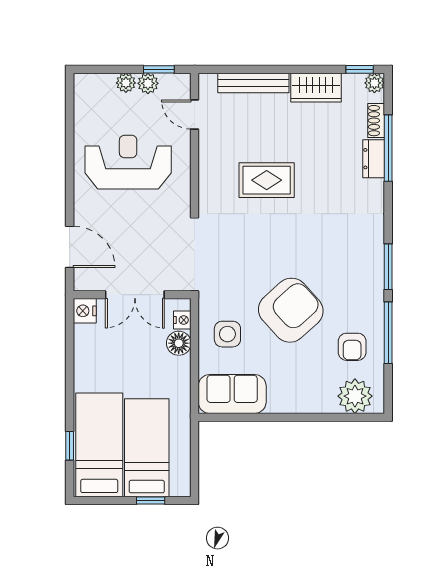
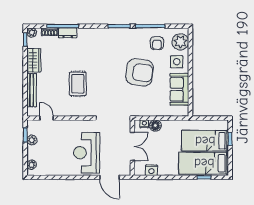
plant: (126, 83) -> (32, 165), moved
door: (195, 115) -> (47, 118), swing flipped
reception desk: (128, 162) -> (87, 153), moved
door: (70, 247) -> (109, 177), swing flipped
armchair: (291, 310) -> (140, 72), turned 140
nightstand: (85, 311) -> (151, 170), moved
side table: (227, 334) -> (177, 62), moved
armchair: (352, 347) -> (157, 43), turned 90
sofa: (232, 394) -> (179, 89), moved

